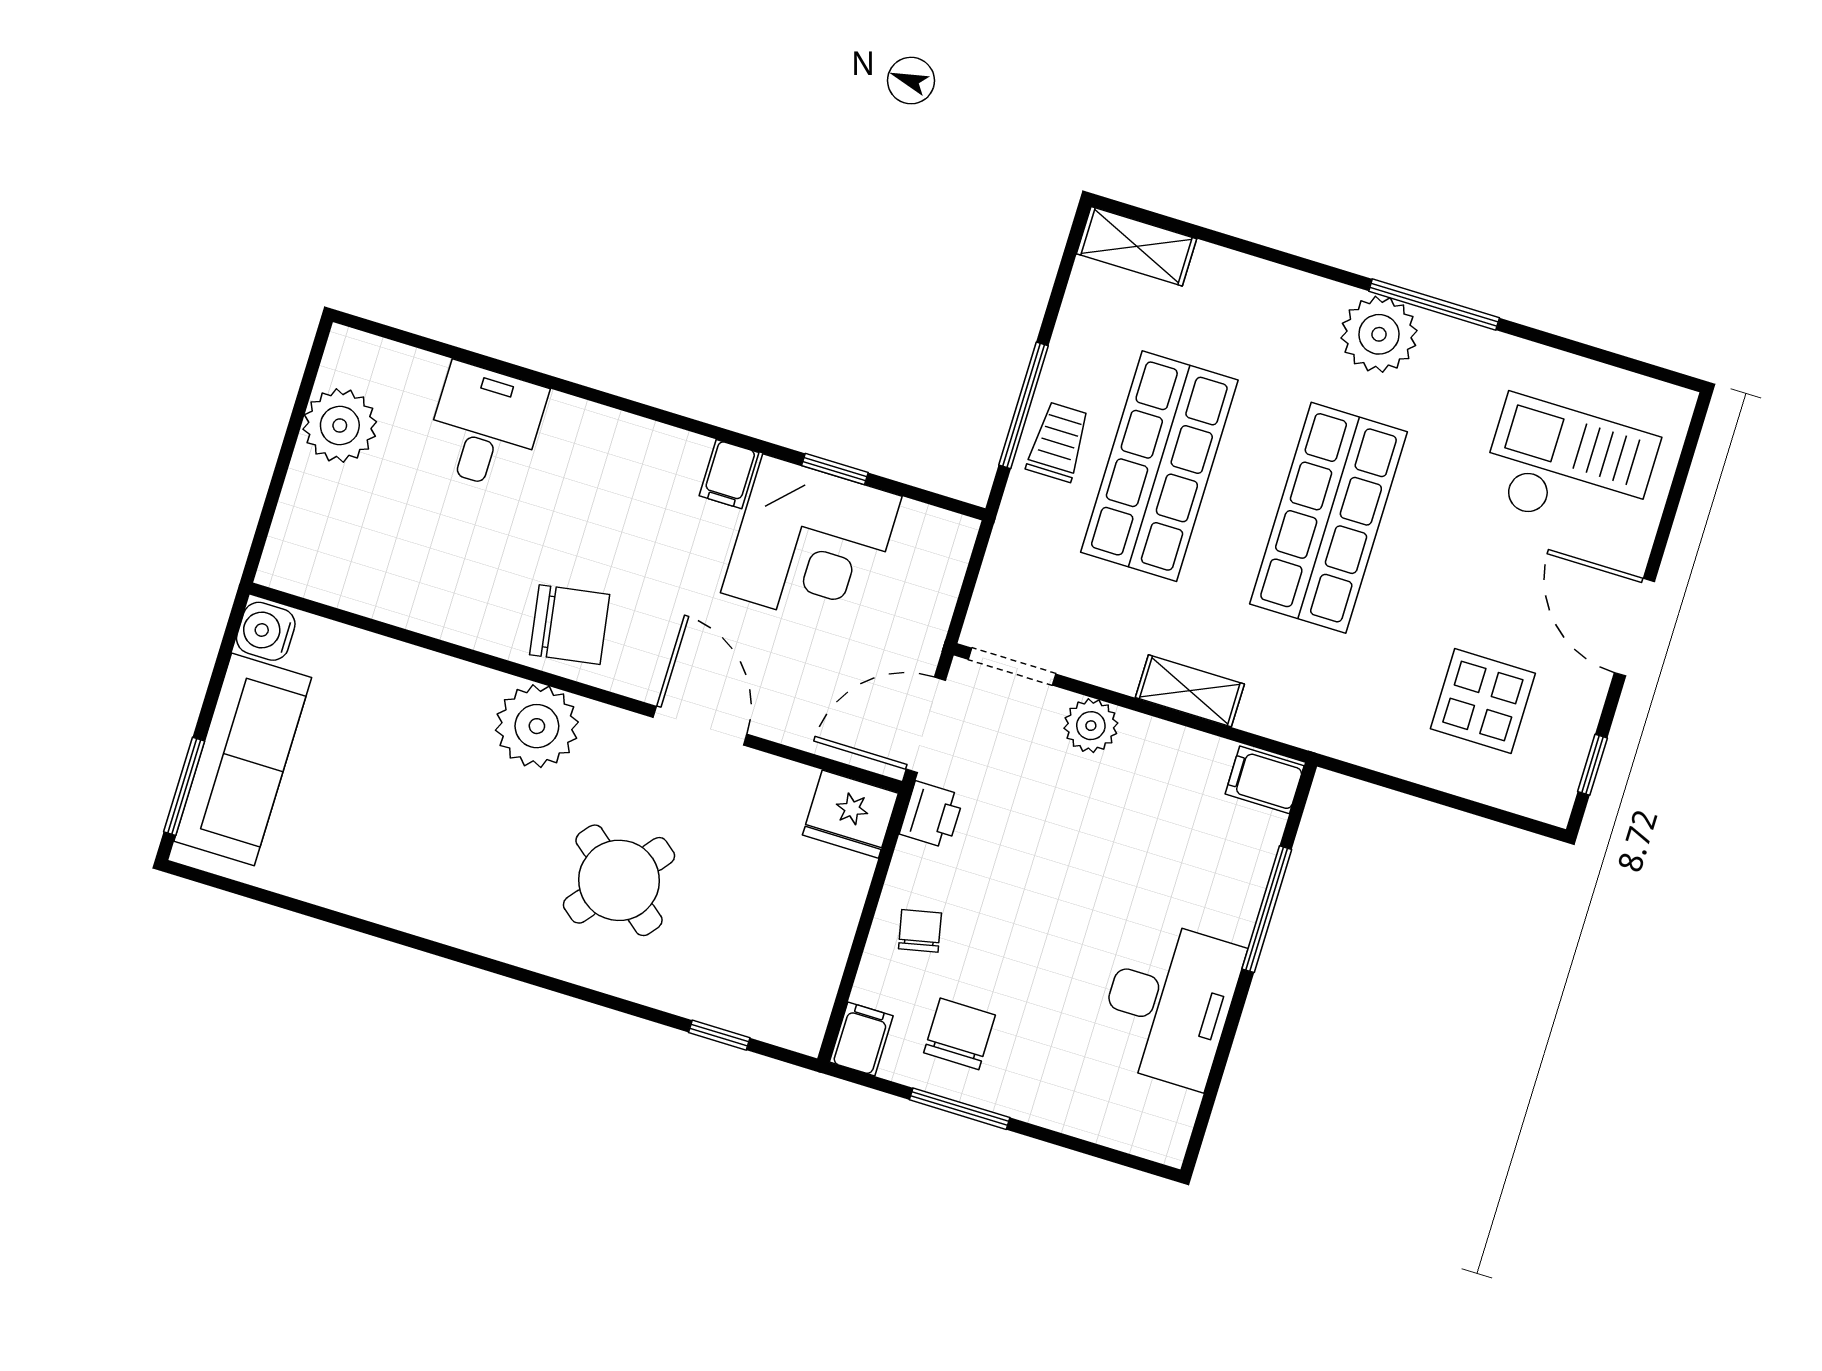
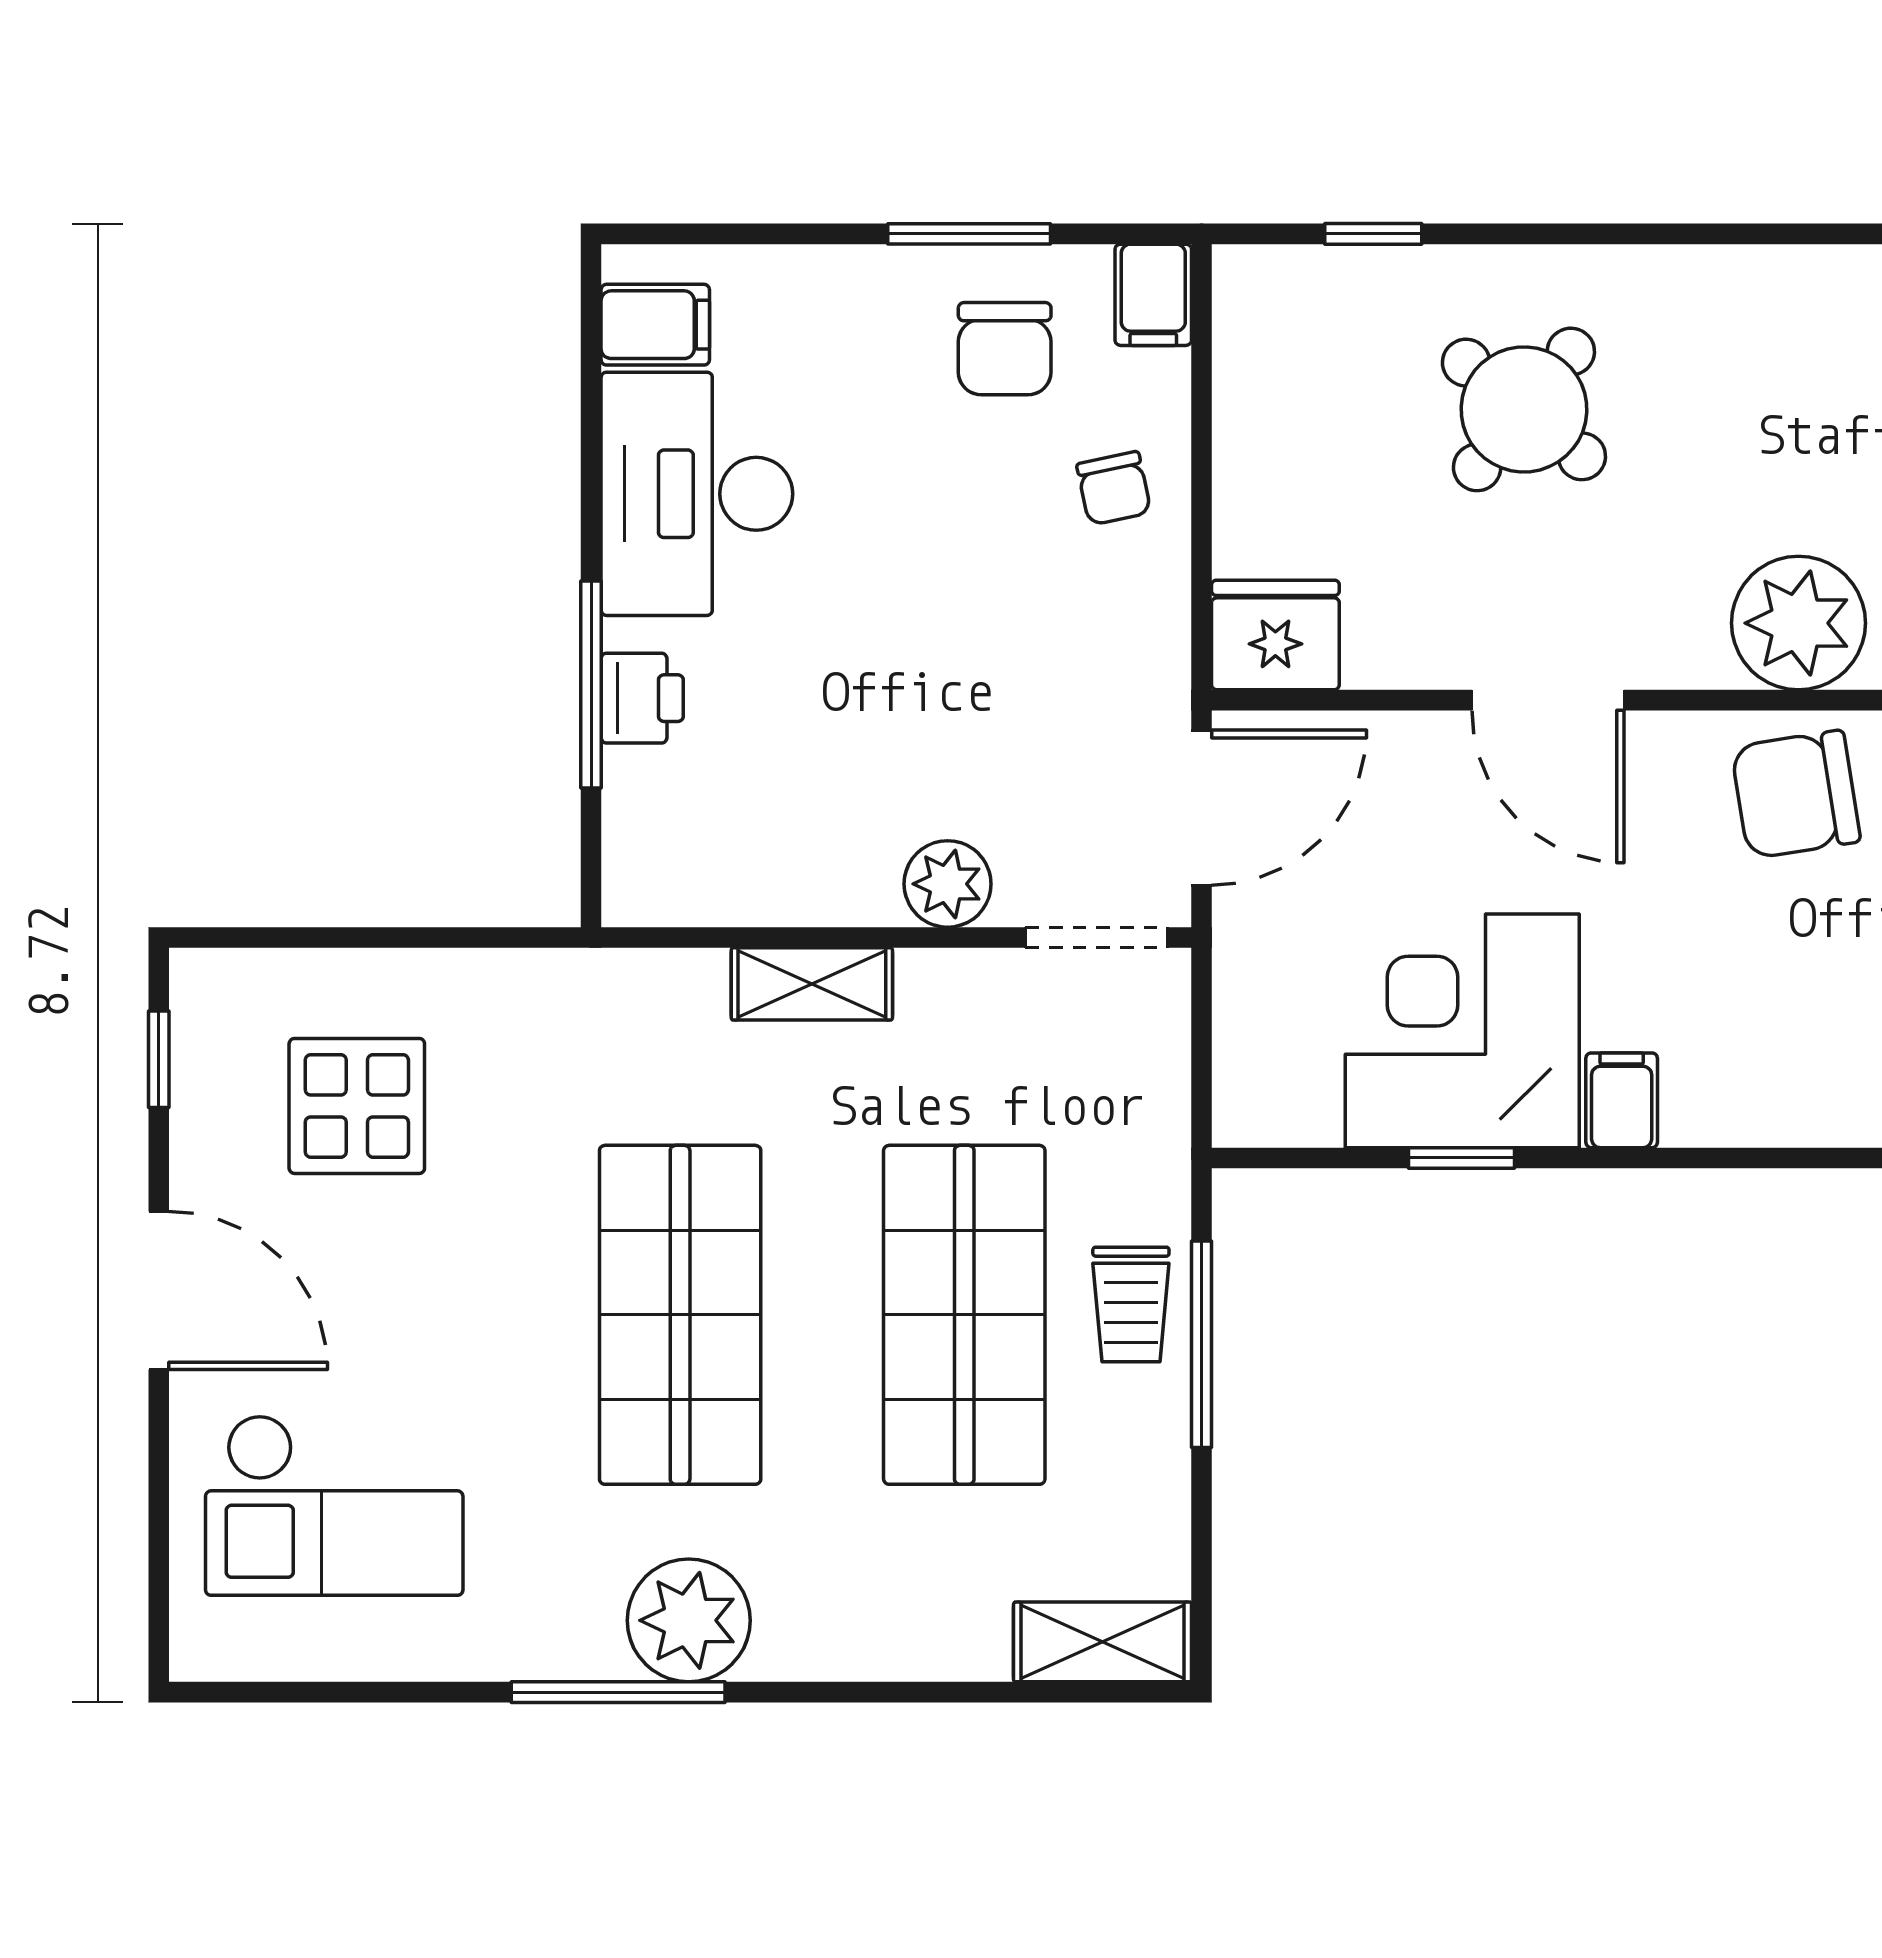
filing cabinet: (1265, 780) -> (655, 325), moved
printer: (932, 815) -> (642, 698), moved, turned 180
round table: (619, 880) -> (1524, 409), moved

